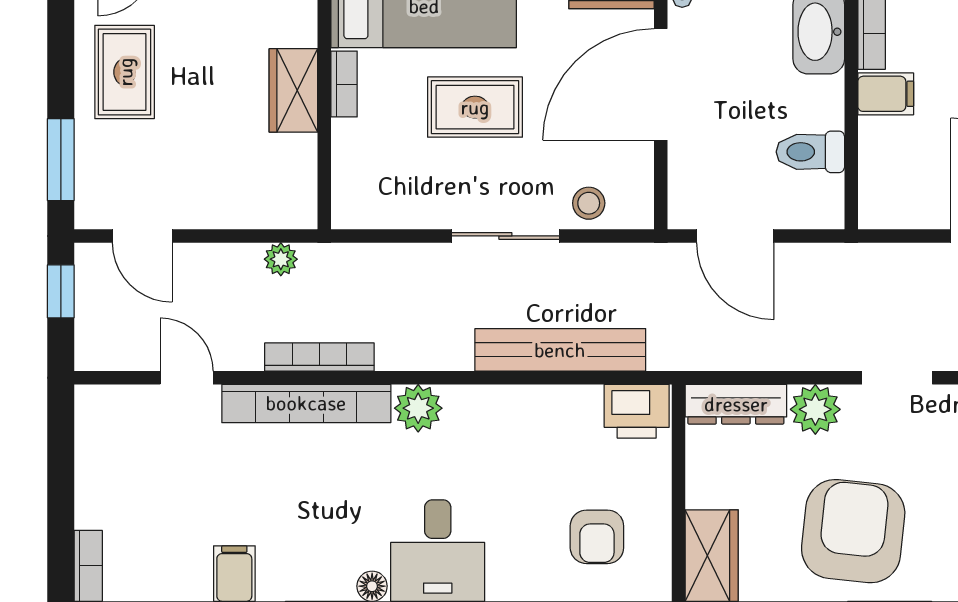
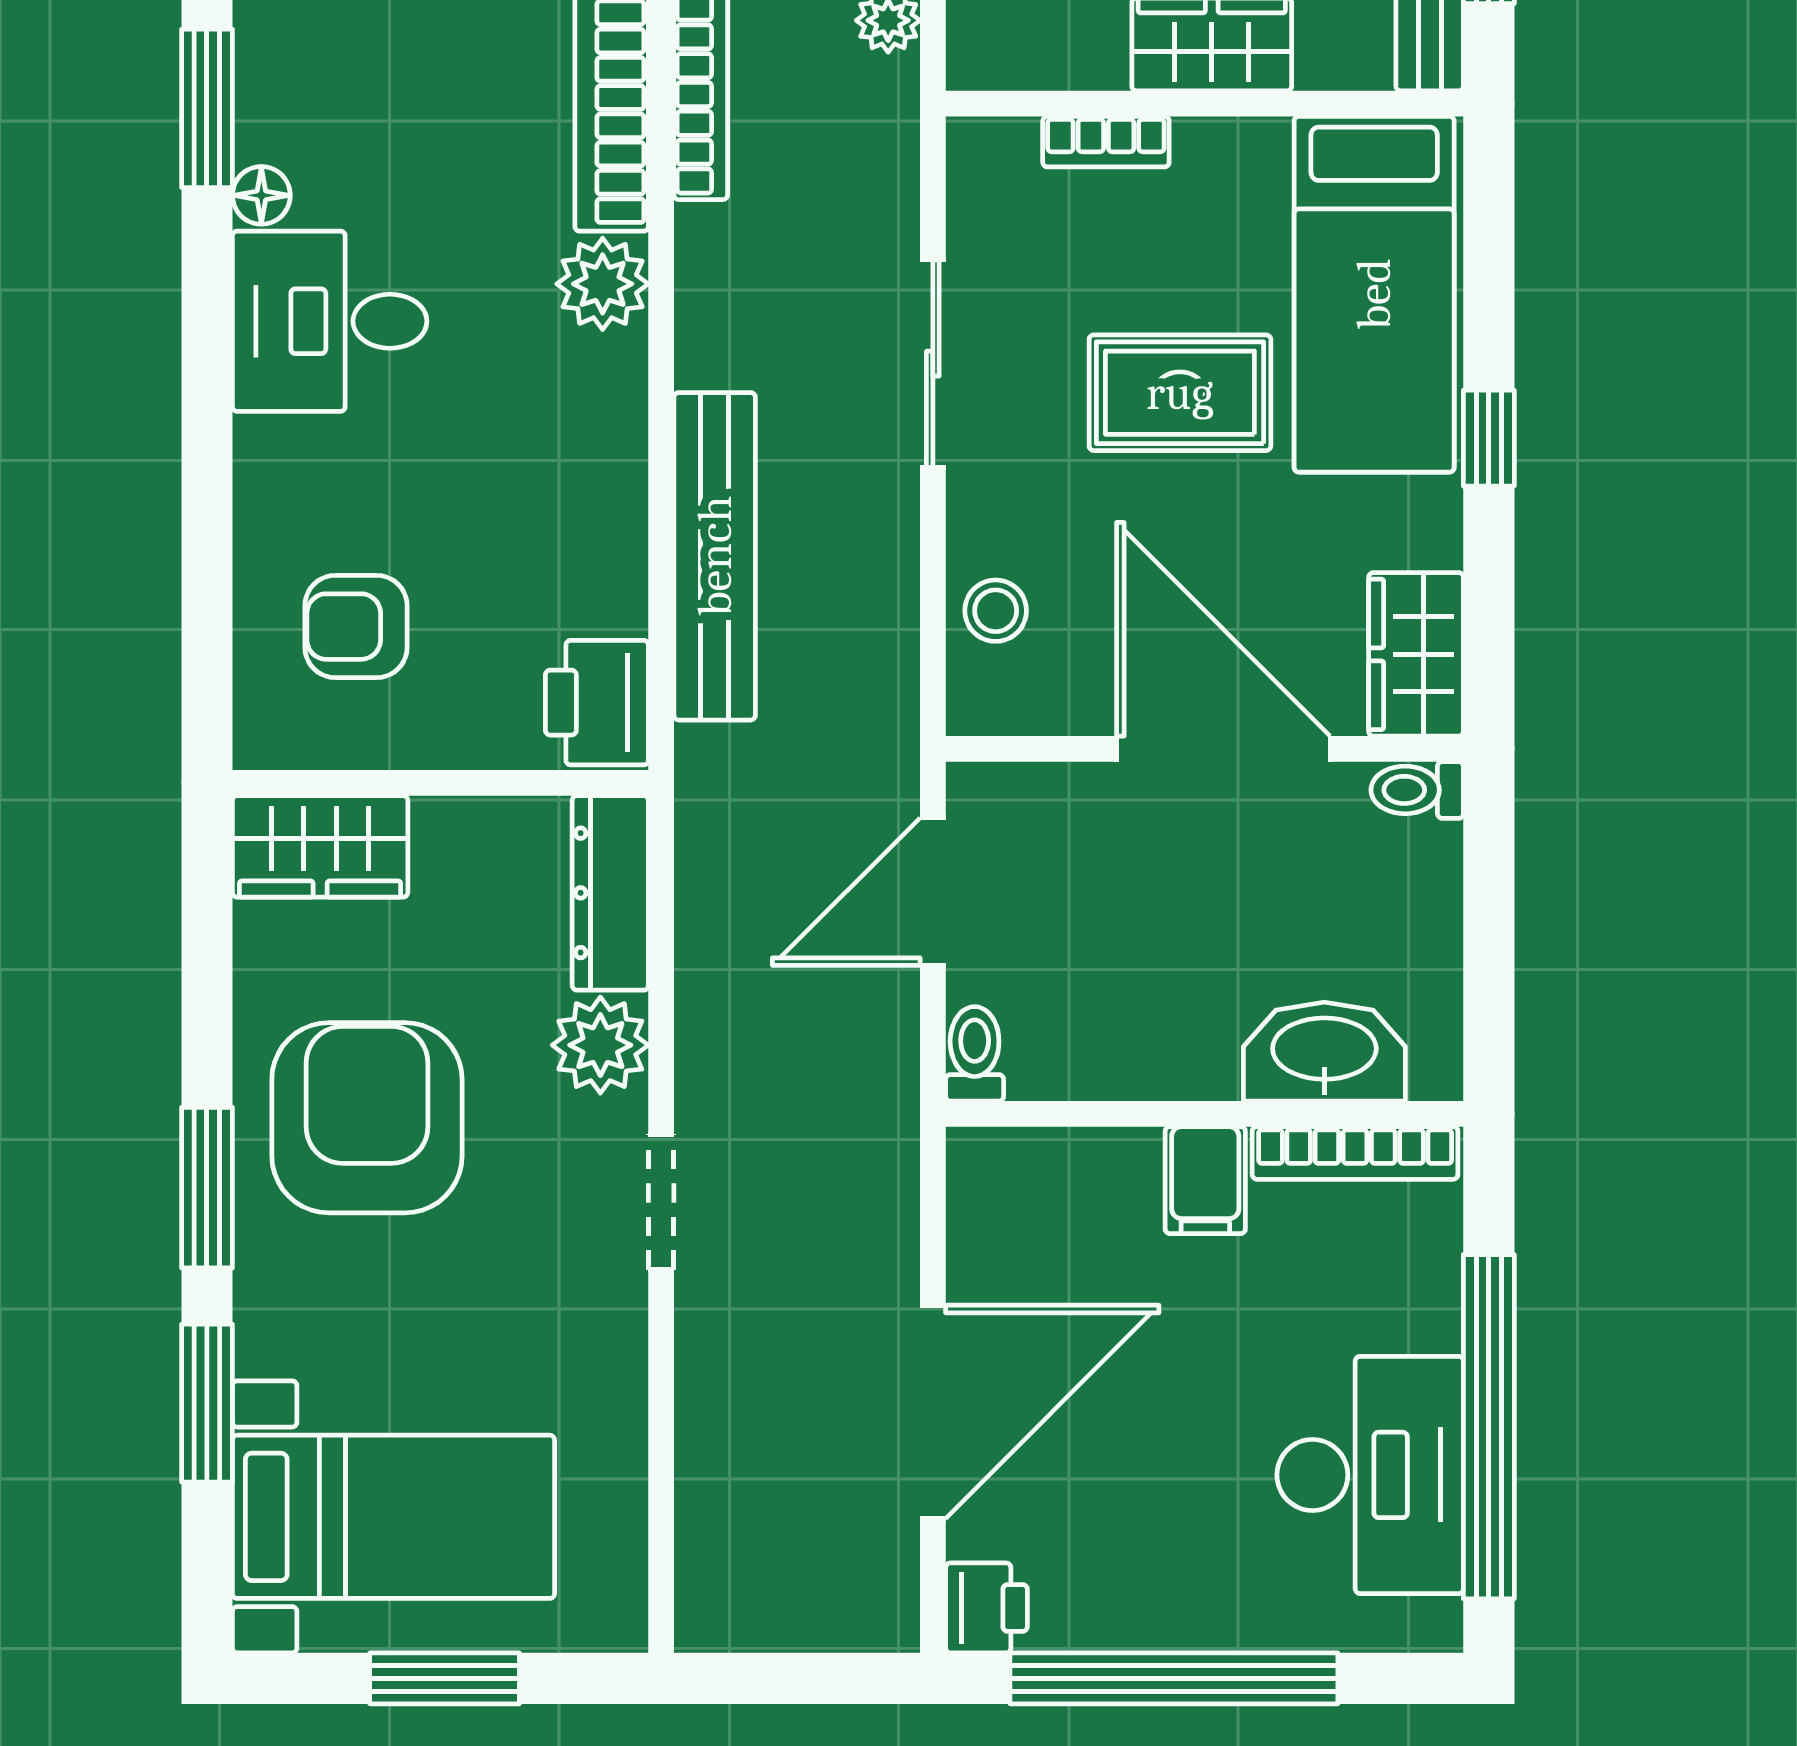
bookcase: (344, 84) -> (1106, 142), moved
rug: (475, 107) -> (1180, 393), turned 90
toilet: (810, 152) -> (975, 1054), moved, width x0.73, depth x0.72
sliding door: (505, 236) -> (933, 364), moved
armchair: (853, 531) -> (367, 1118), turned -96

